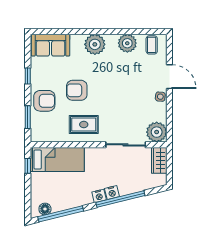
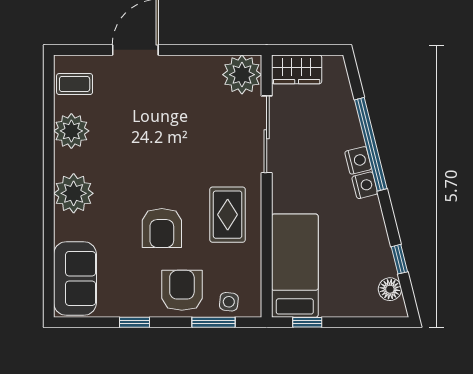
side table: (160, 97) -> (229, 302), moved
window: (61, 214) -> (399, 259), width x0.32

